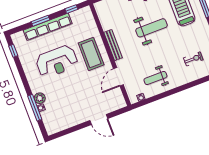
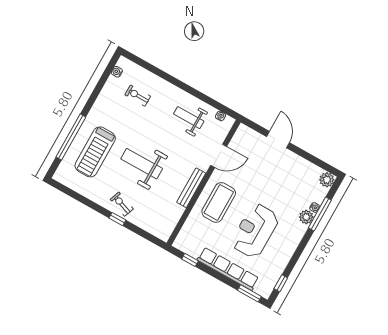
window: (41, 21) -> (249, 293), moved
reception desk: (57, 61) -> (255, 231), turned -90
weight bench: (155, 78) -> (189, 118), turned 180
plant: (51, 128) -> (327, 180), added

